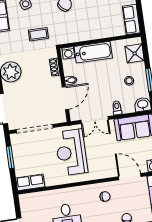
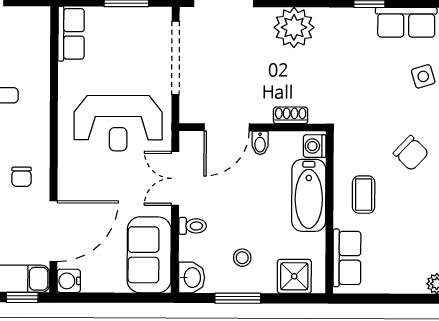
row of seats: (131, 20) -> (347, 258), moved, turned 90
coffee table: (38, 34) -> (364, 195), moved
door: (65, 98) -> (227, 127), hinge flipped
reception desk: (71, 152) -> (118, 123), turned 180
door: (130, 177) -> (53, 231), width x1.36

